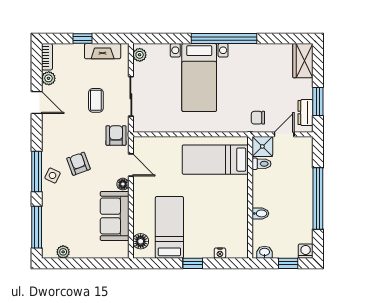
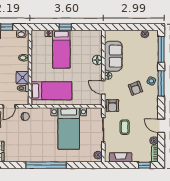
window: (82, 38) -> (144, 165), moved
bed with nightstands: (199, 78) -> (69, 128), moved, turned 180
shower: (262, 146) -> (23, 78), moved
bed: (169, 227) -> (61, 49), moved
floor lamp: (141, 241) -> (97, 60), moved

